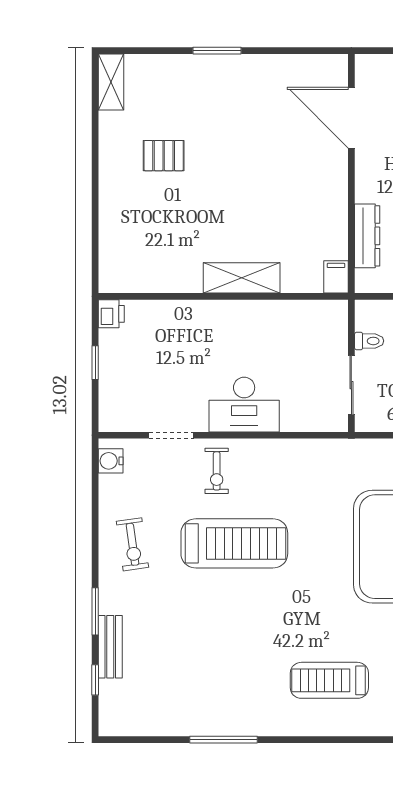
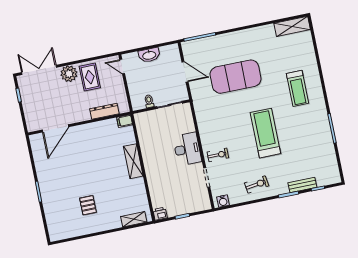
shelving: (111, 82) -> (134, 219), moved
treadmill: (234, 543) -> (265, 133), moved

